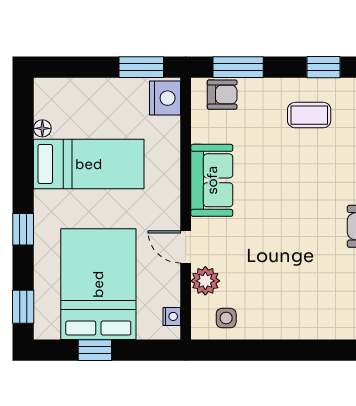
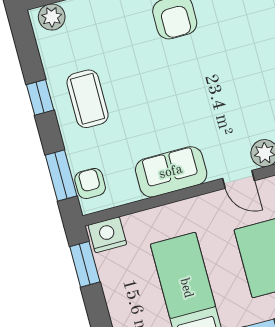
coffee table: (309, 115) -> (88, 99), width x1.36, depth x1.30
door: (186, 247) -> (238, 179), hinge flipped

